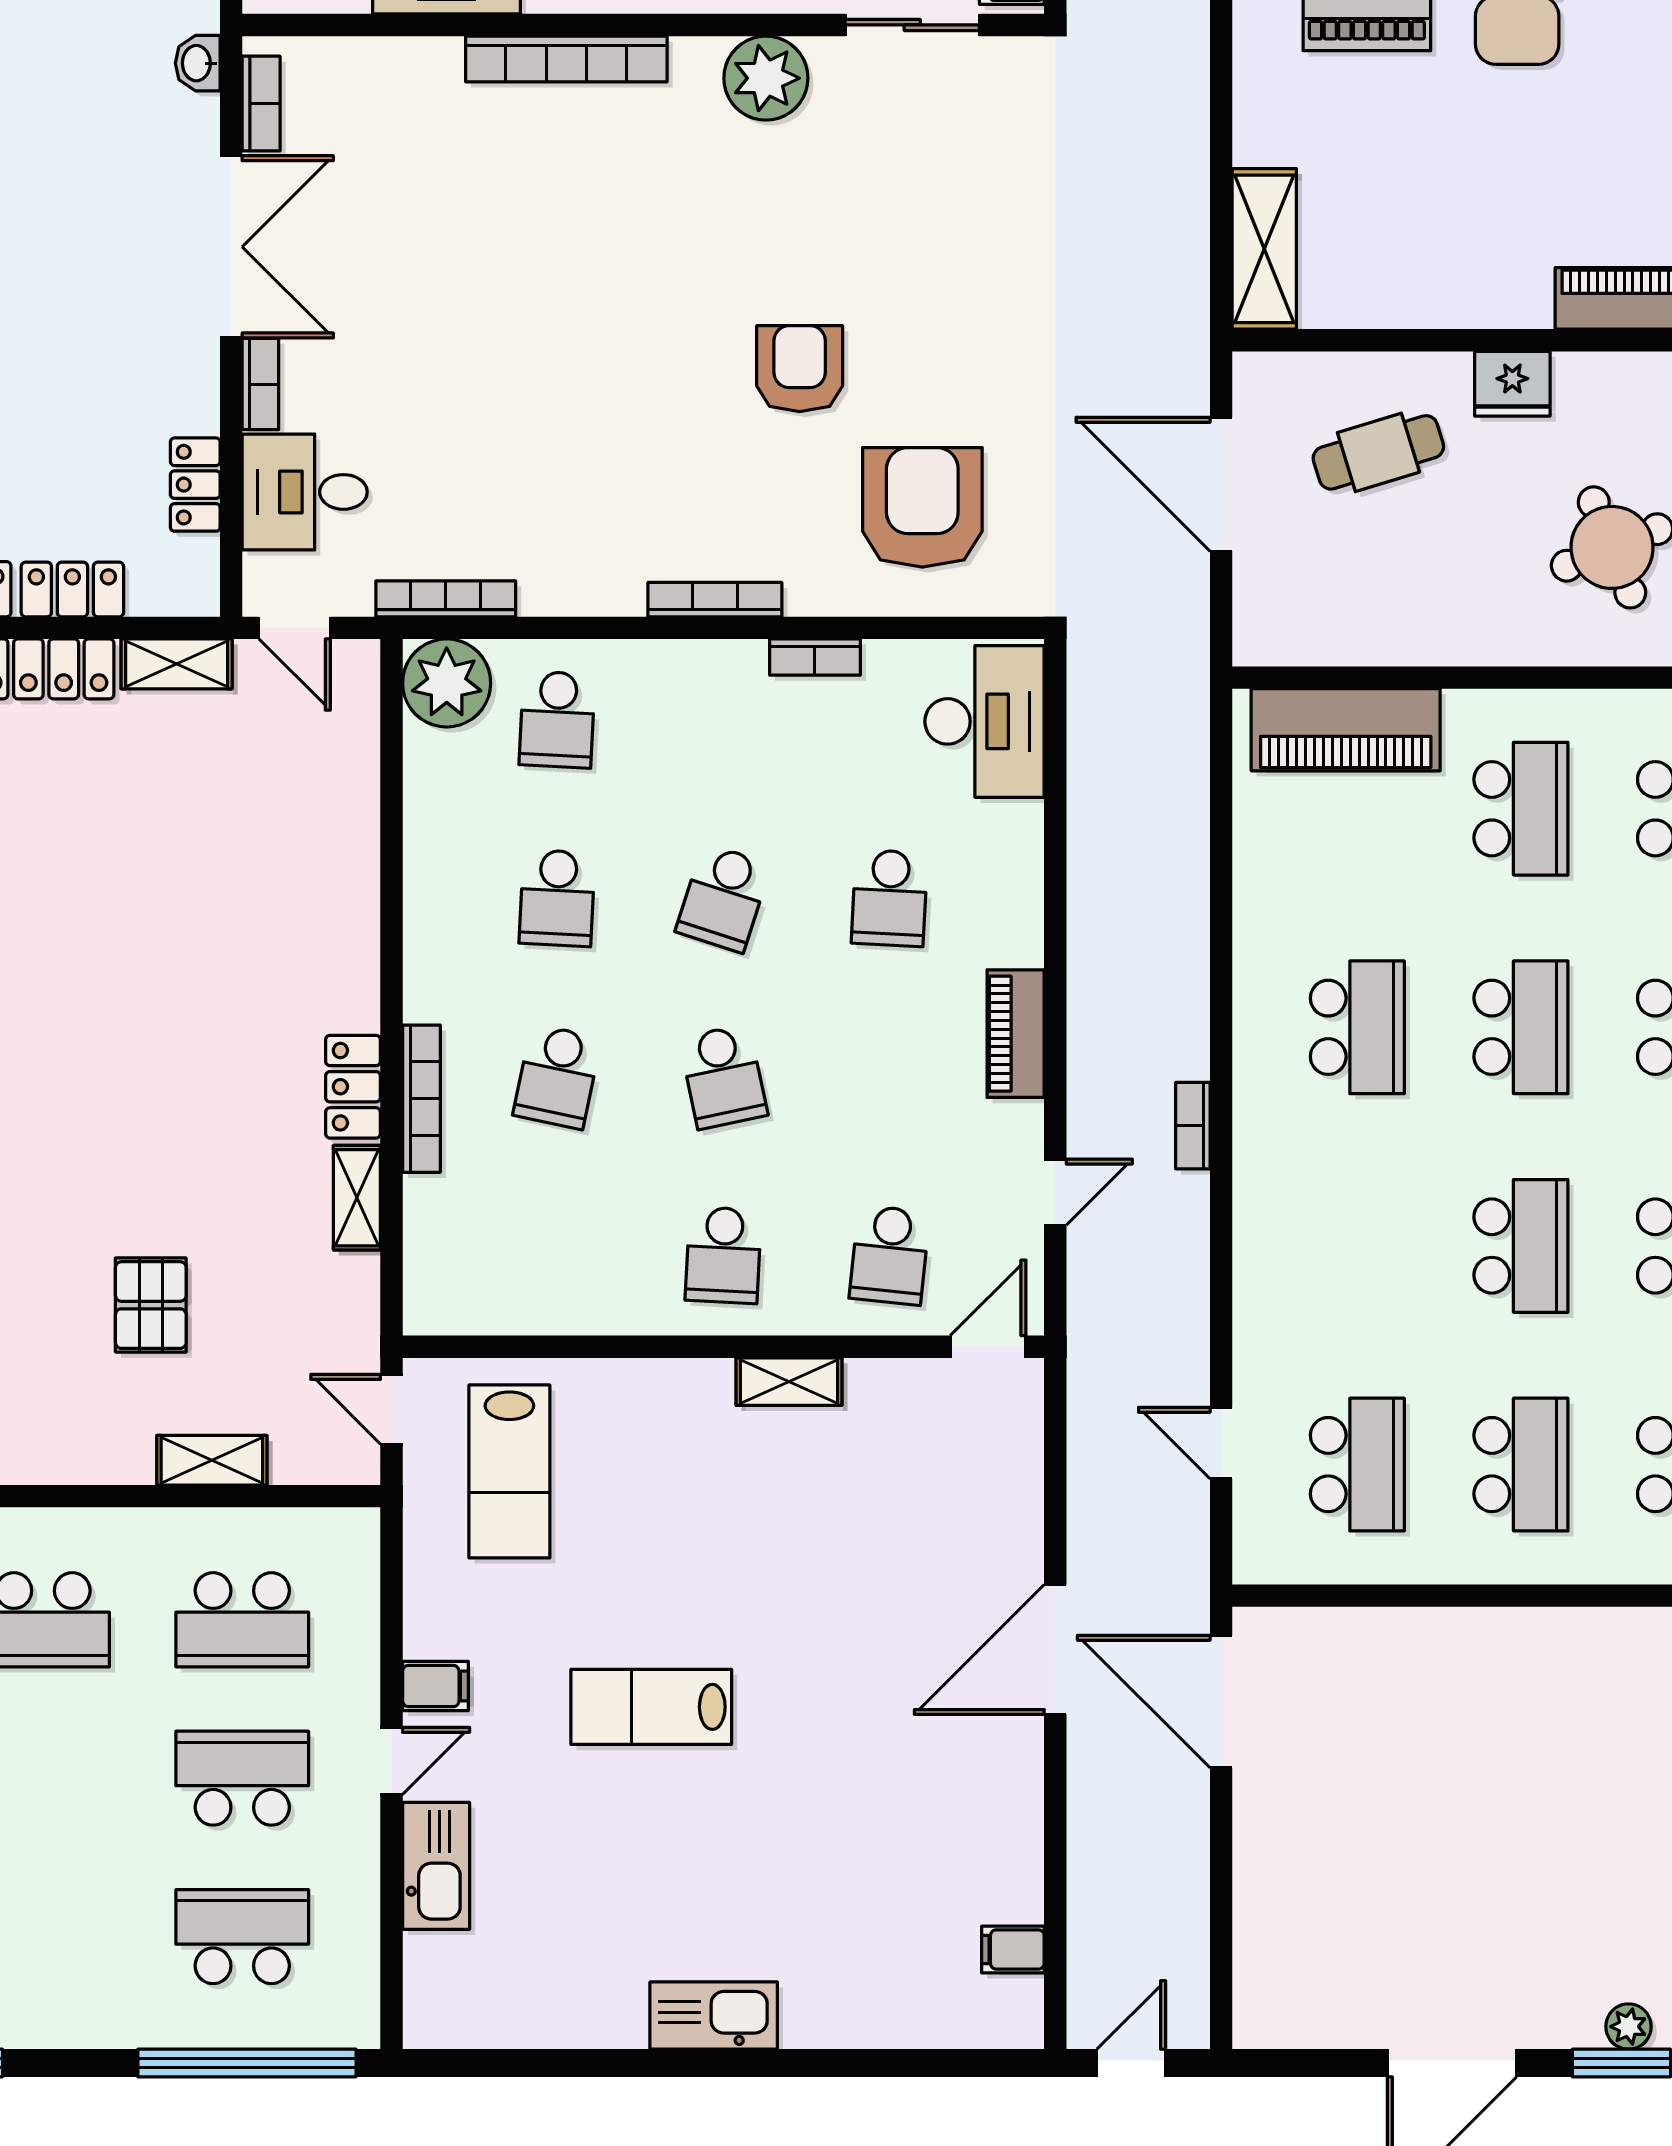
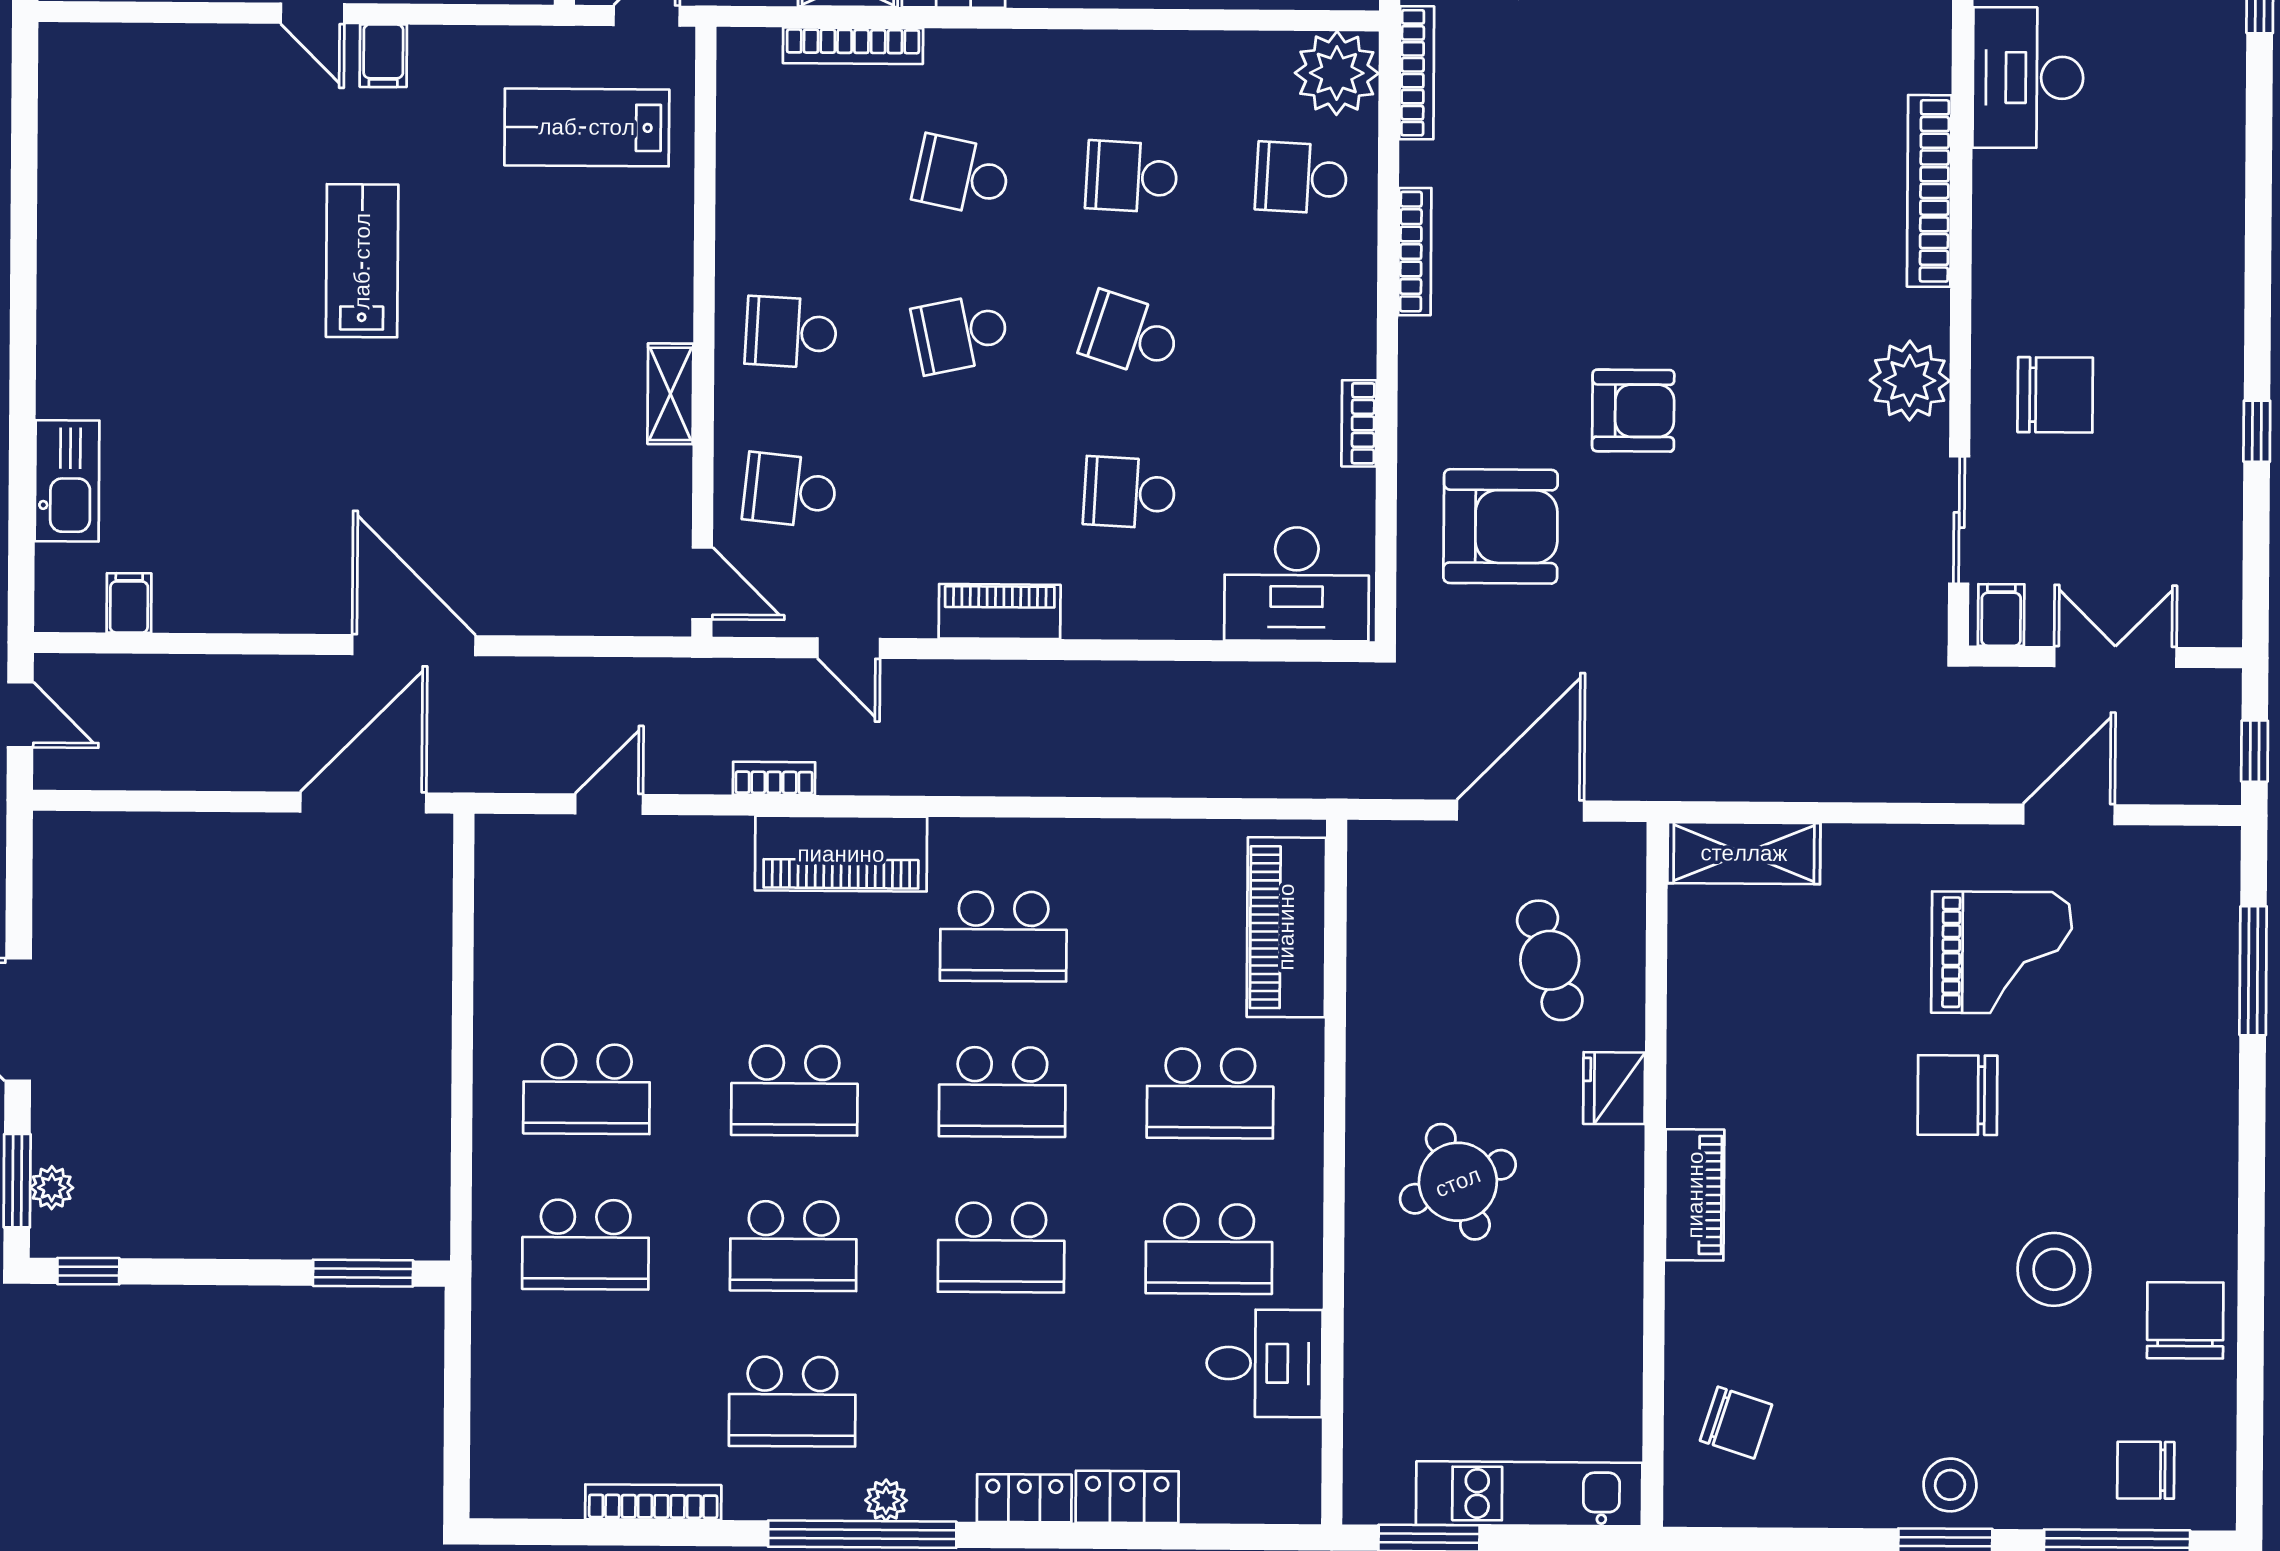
bookcase: (715, 600) -> (1415, 252), moved
bookcase: (421, 1099) -> (853, 46), moved
bookcase: (1193, 1126) -> (774, 778), moved
piano: (1271, 1199) -> (841, 854), added
school desk: (1357, 1465) -> (588, 934), removed
kitchen sink: (436, 1866) -> (212, 55), removed
kitchen sink: (714, 2016) -> (67, 481), moved

